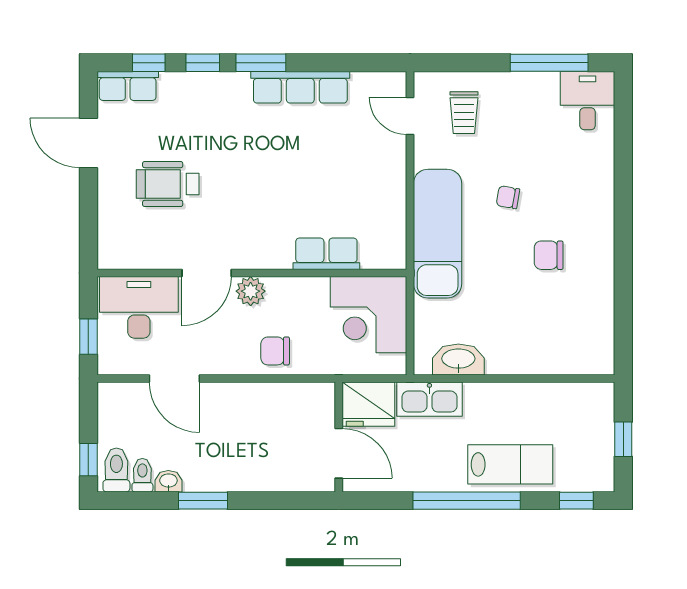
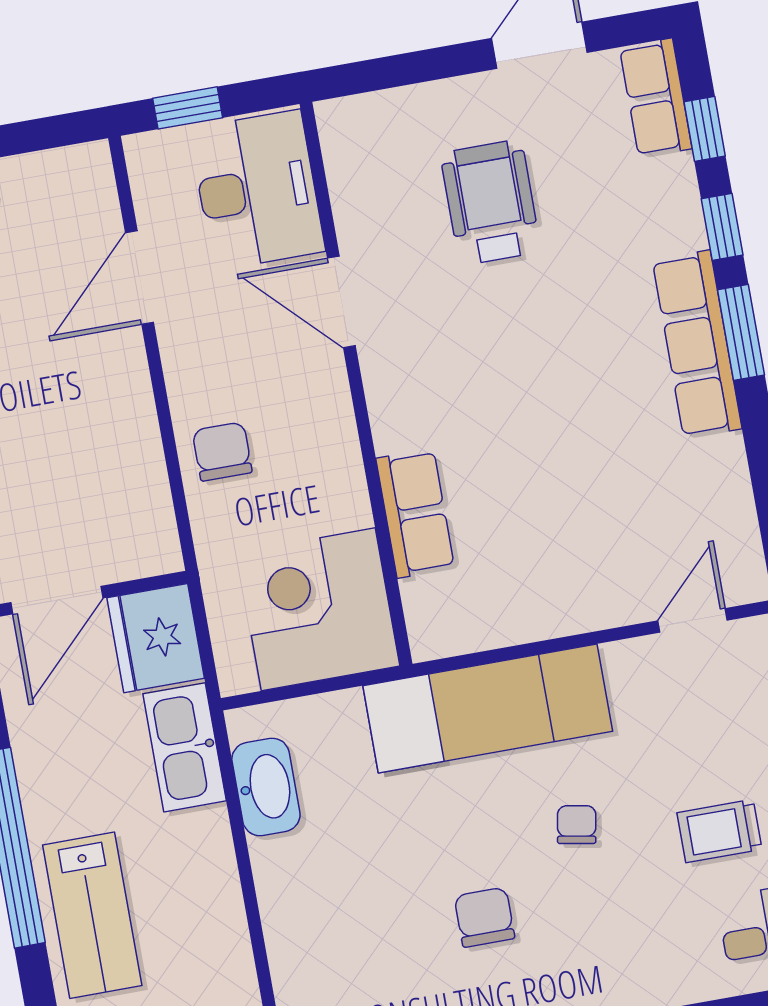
row of seats: (300, 87) -> (697, 344), moved
trolley: (464, 113) -> (720, 831), moved
plant: (251, 291) -> (323, 388), removed

